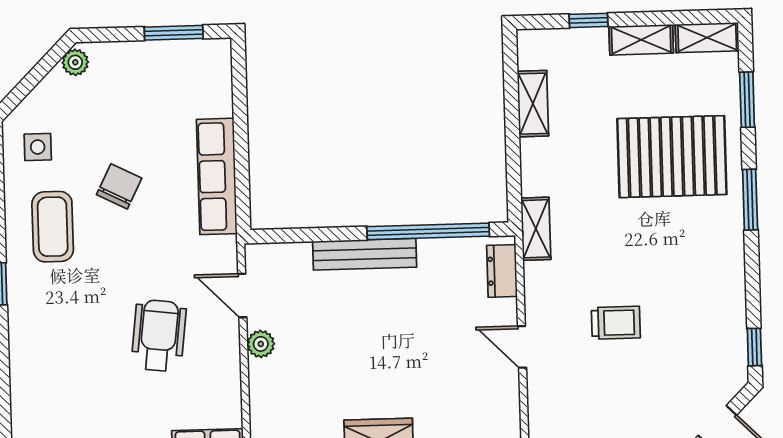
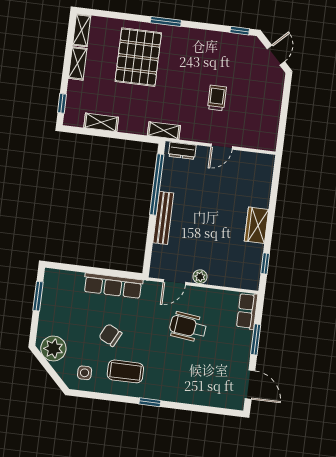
window: (588, 20) -> (62, 103), moved
plant: (75, 62) -> (53, 348), width x1.88, depth x1.88
window: (747, 100) -> (116, 15), removed

